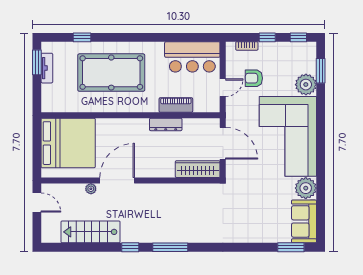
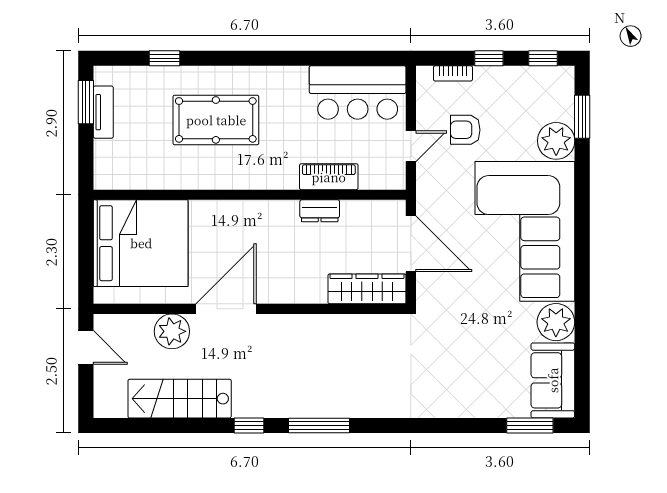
pool table: (111, 73) -> (216, 120), width x0.73, depth x0.76
dresser: (166, 124) -> (320, 211), width x0.70
plant: (91, 189) -> (172, 331), width x1.88, depth x1.88

